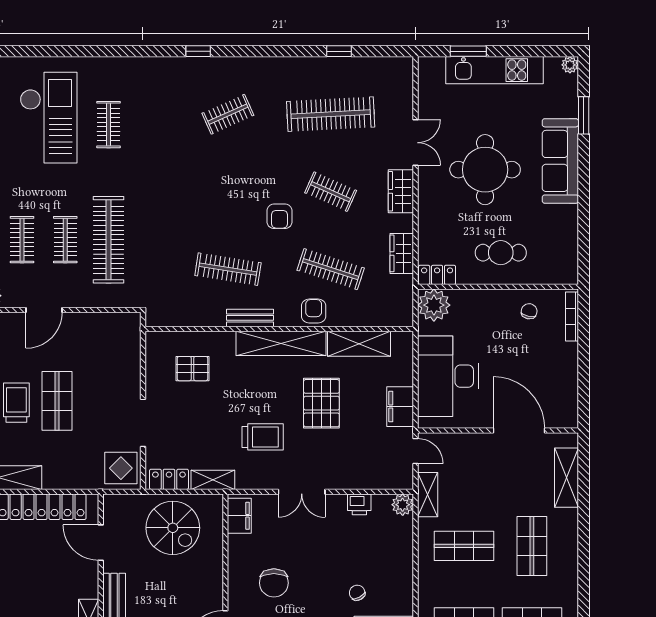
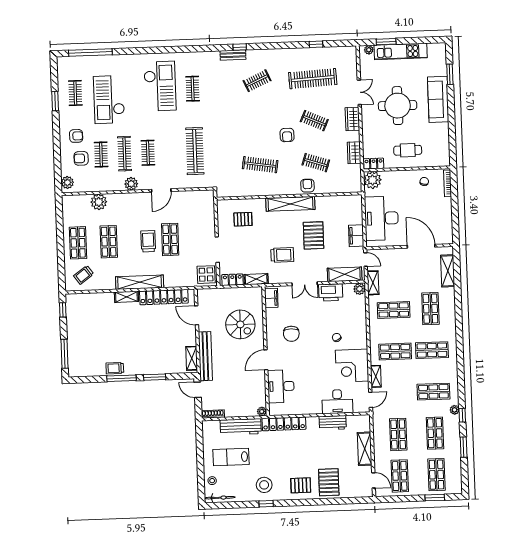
plant: (570, 65) -> (369, 50), moved
clothes rail: (65, 240) -> (171, 152), removed
clothes rail: (331, 269) -> (316, 163), width x0.73
bench: (250, 318) -> (233, 55), moved
shelving: (359, 344) -> (345, 274), moved
printer: (359, 504) -> (331, 292), width x1.87, depth x1.48
spiral stairs: (173, 528) -> (240, 324), moved

